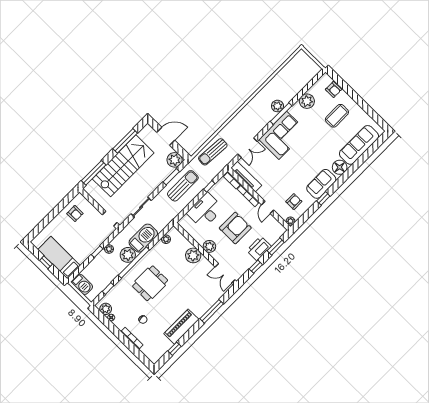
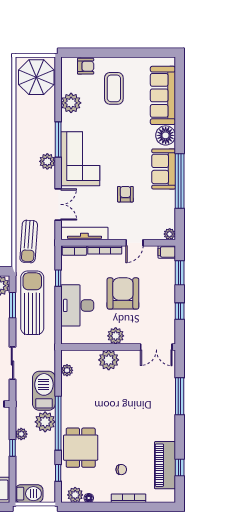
parasol: (302, 70) -> (36, 77), added
plant: (277, 106) -> (47, 161), moved
sun lounger: (183, 186) -> (32, 303), width x1.36, depth x1.34
window: (323, 198) -> (180, 181), width x3.17
armchair: (294, 202) -> (125, 194), moved
door: (268, 207) -> (134, 243), hinge flipped
filing cabinet: (280, 229) -> (167, 252), added
printer: (259, 248) -> (165, 291), removed
dining table: (150, 283) -> (81, 448), moved
piano: (181, 327) -> (165, 465), moved

